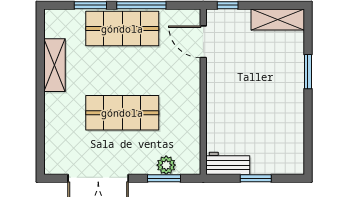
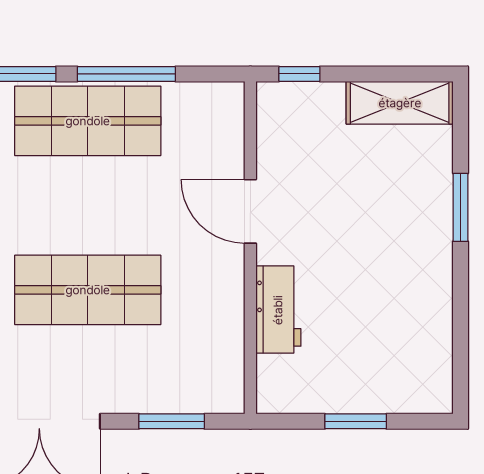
door: (203, 42) -> (250, 211), moved
workbench: (228, 163) -> (278, 310), moved, turned 90
plant: (166, 165) -> (176, 395), removed

